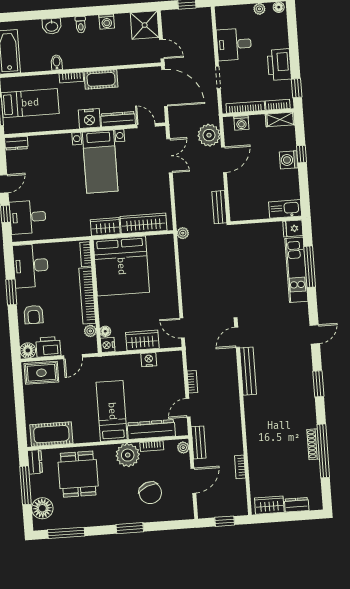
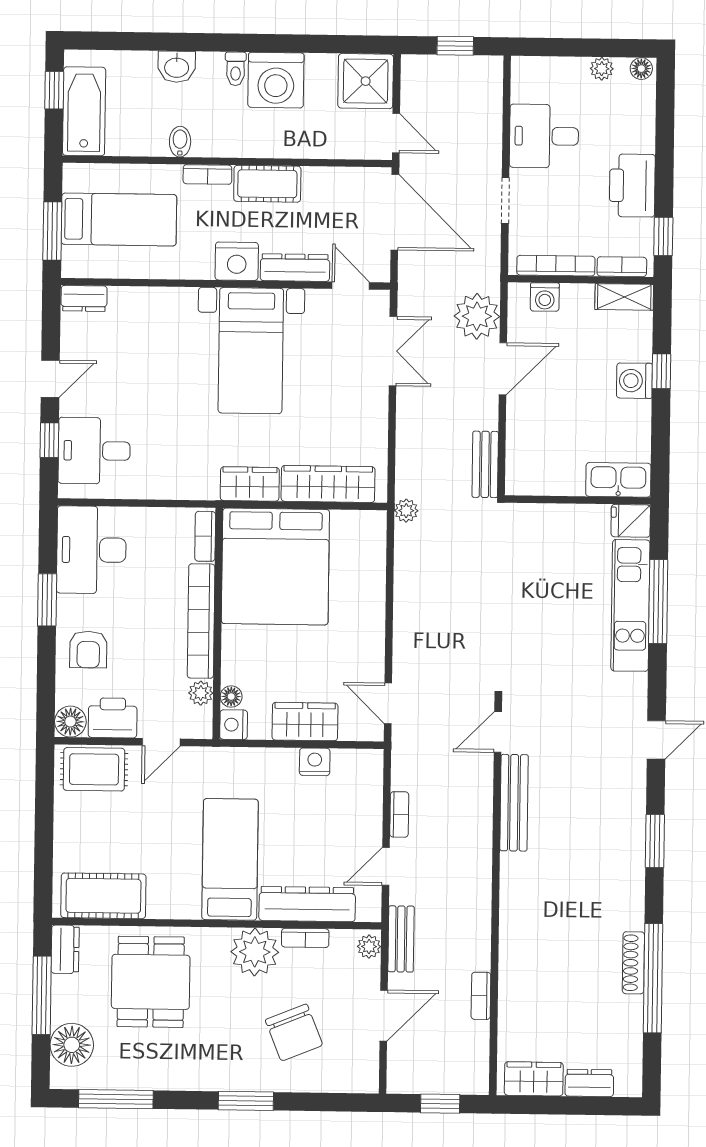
washing machine: (107, 22) -> (276, 80), width x1.89, depth x1.89

